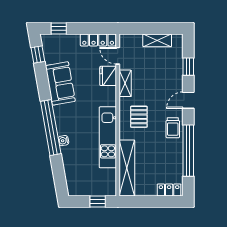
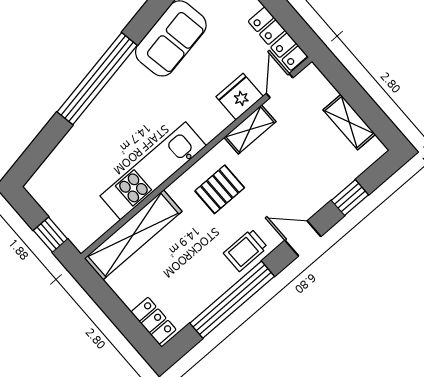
water cooler: (63, 141) -> (94, 112), removed

